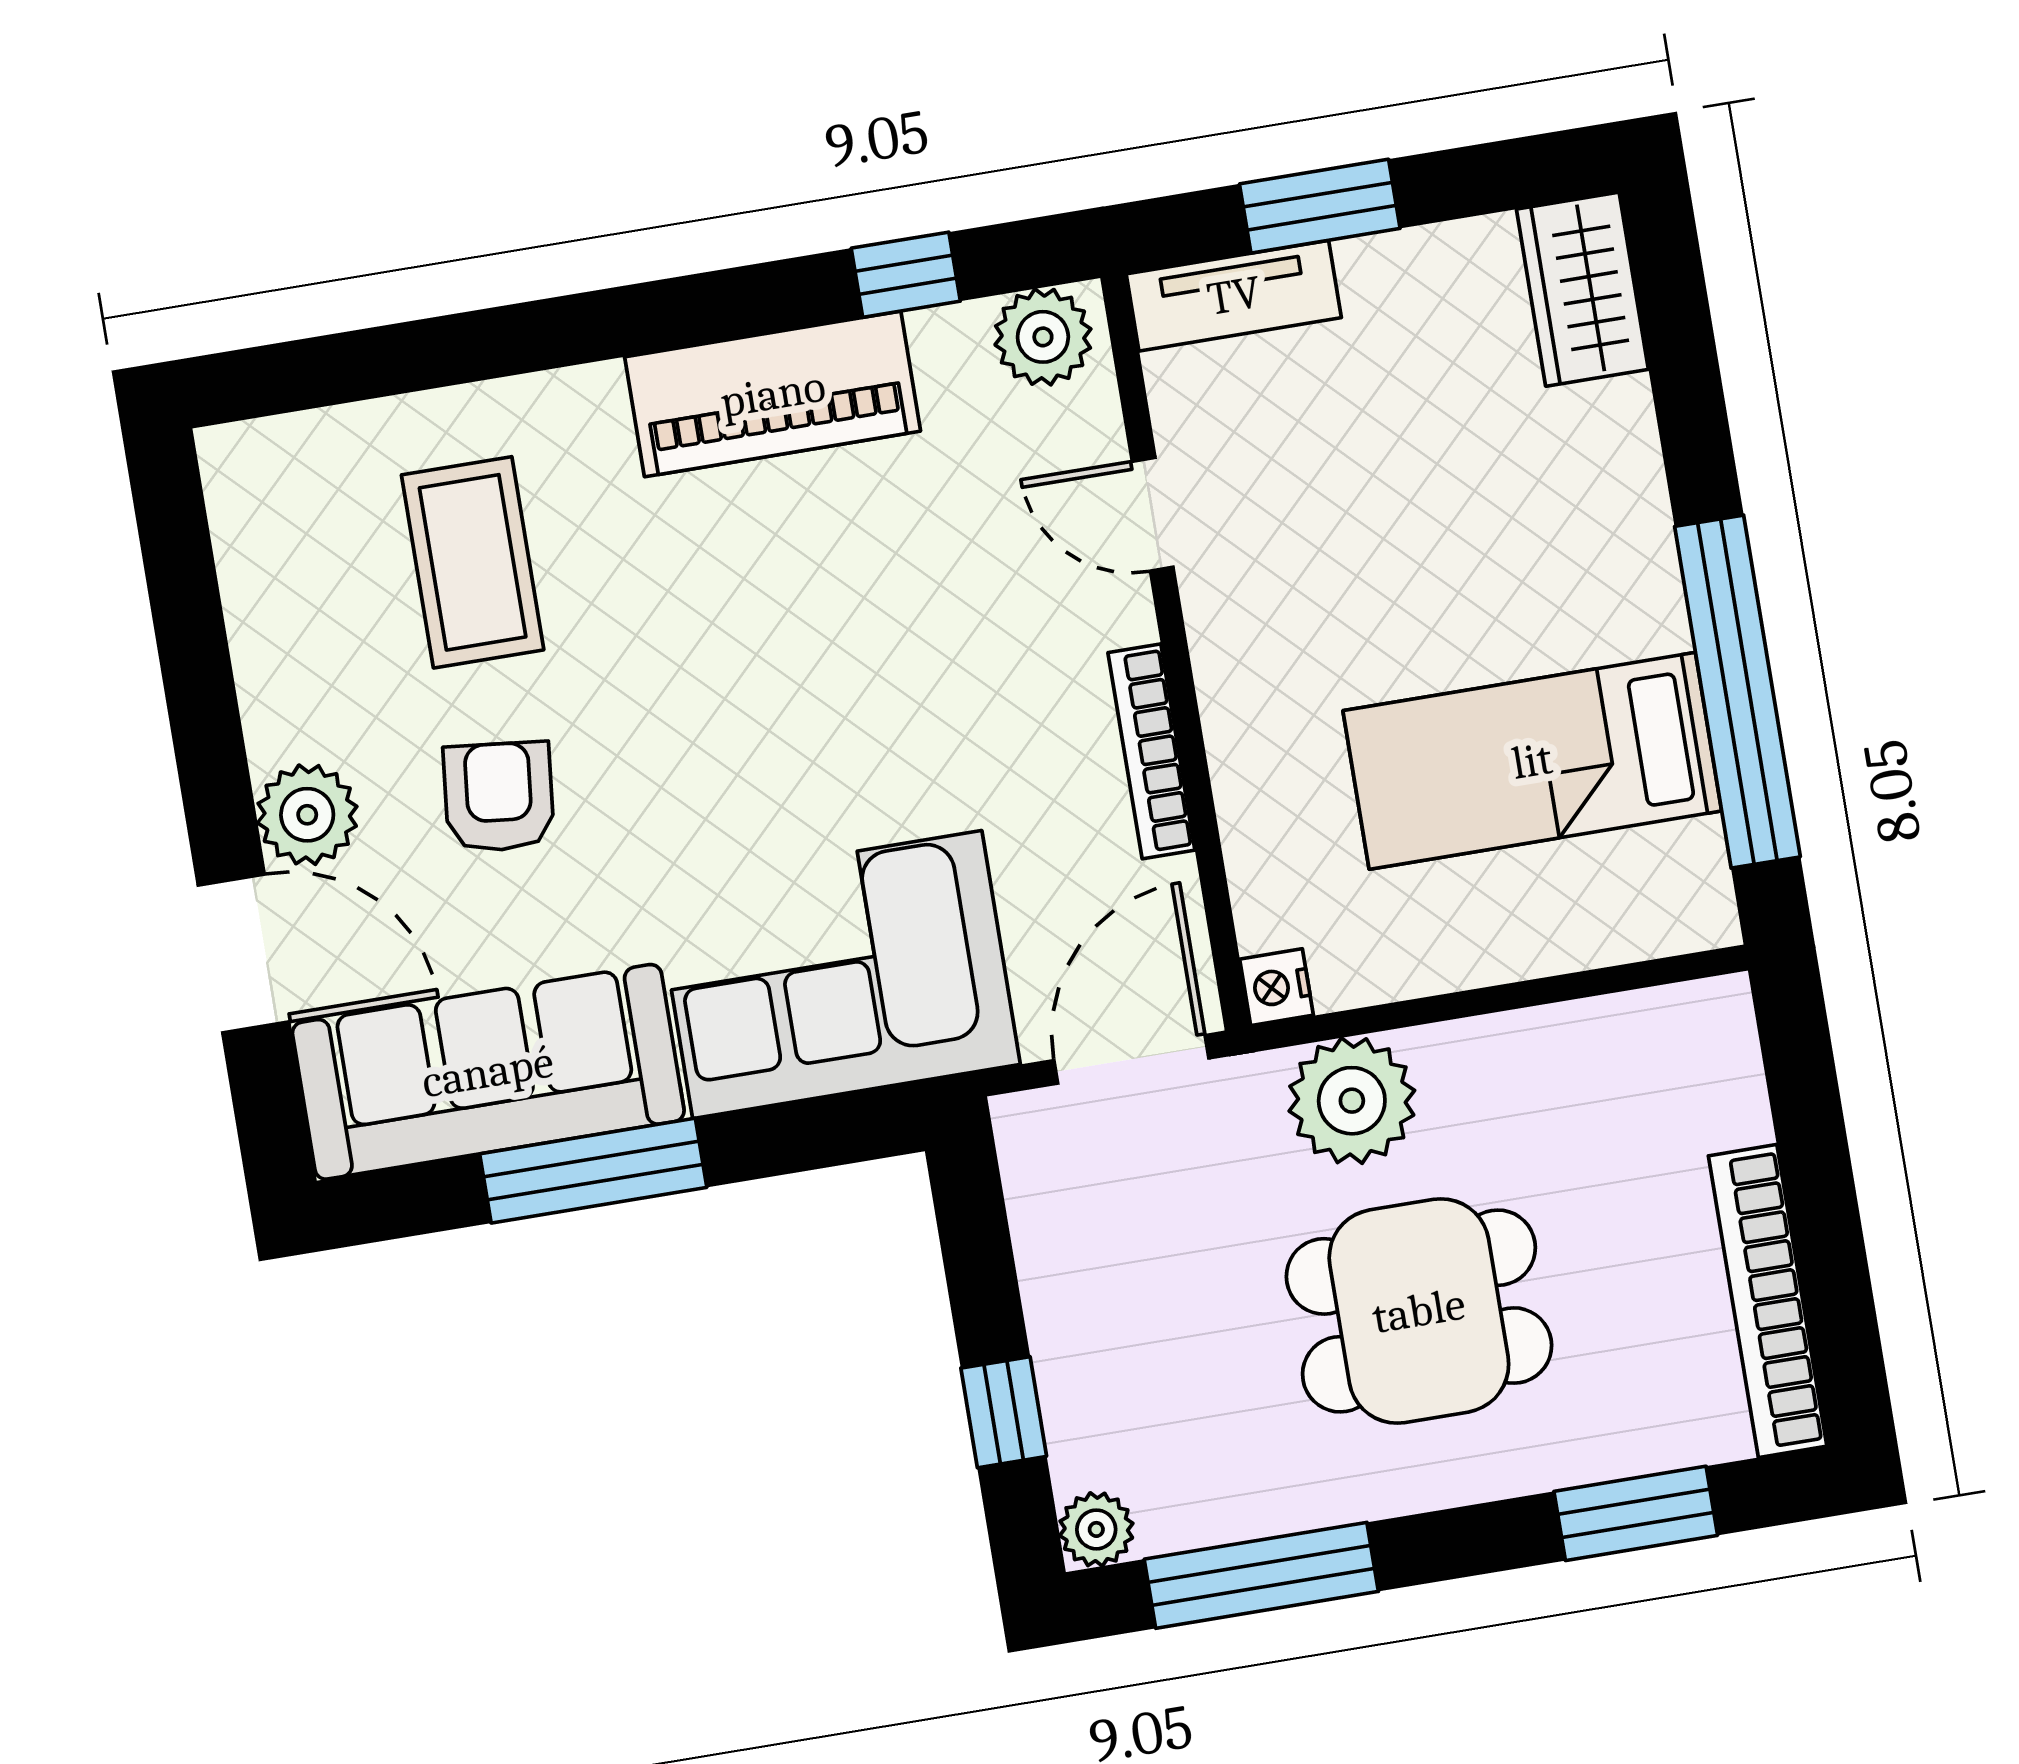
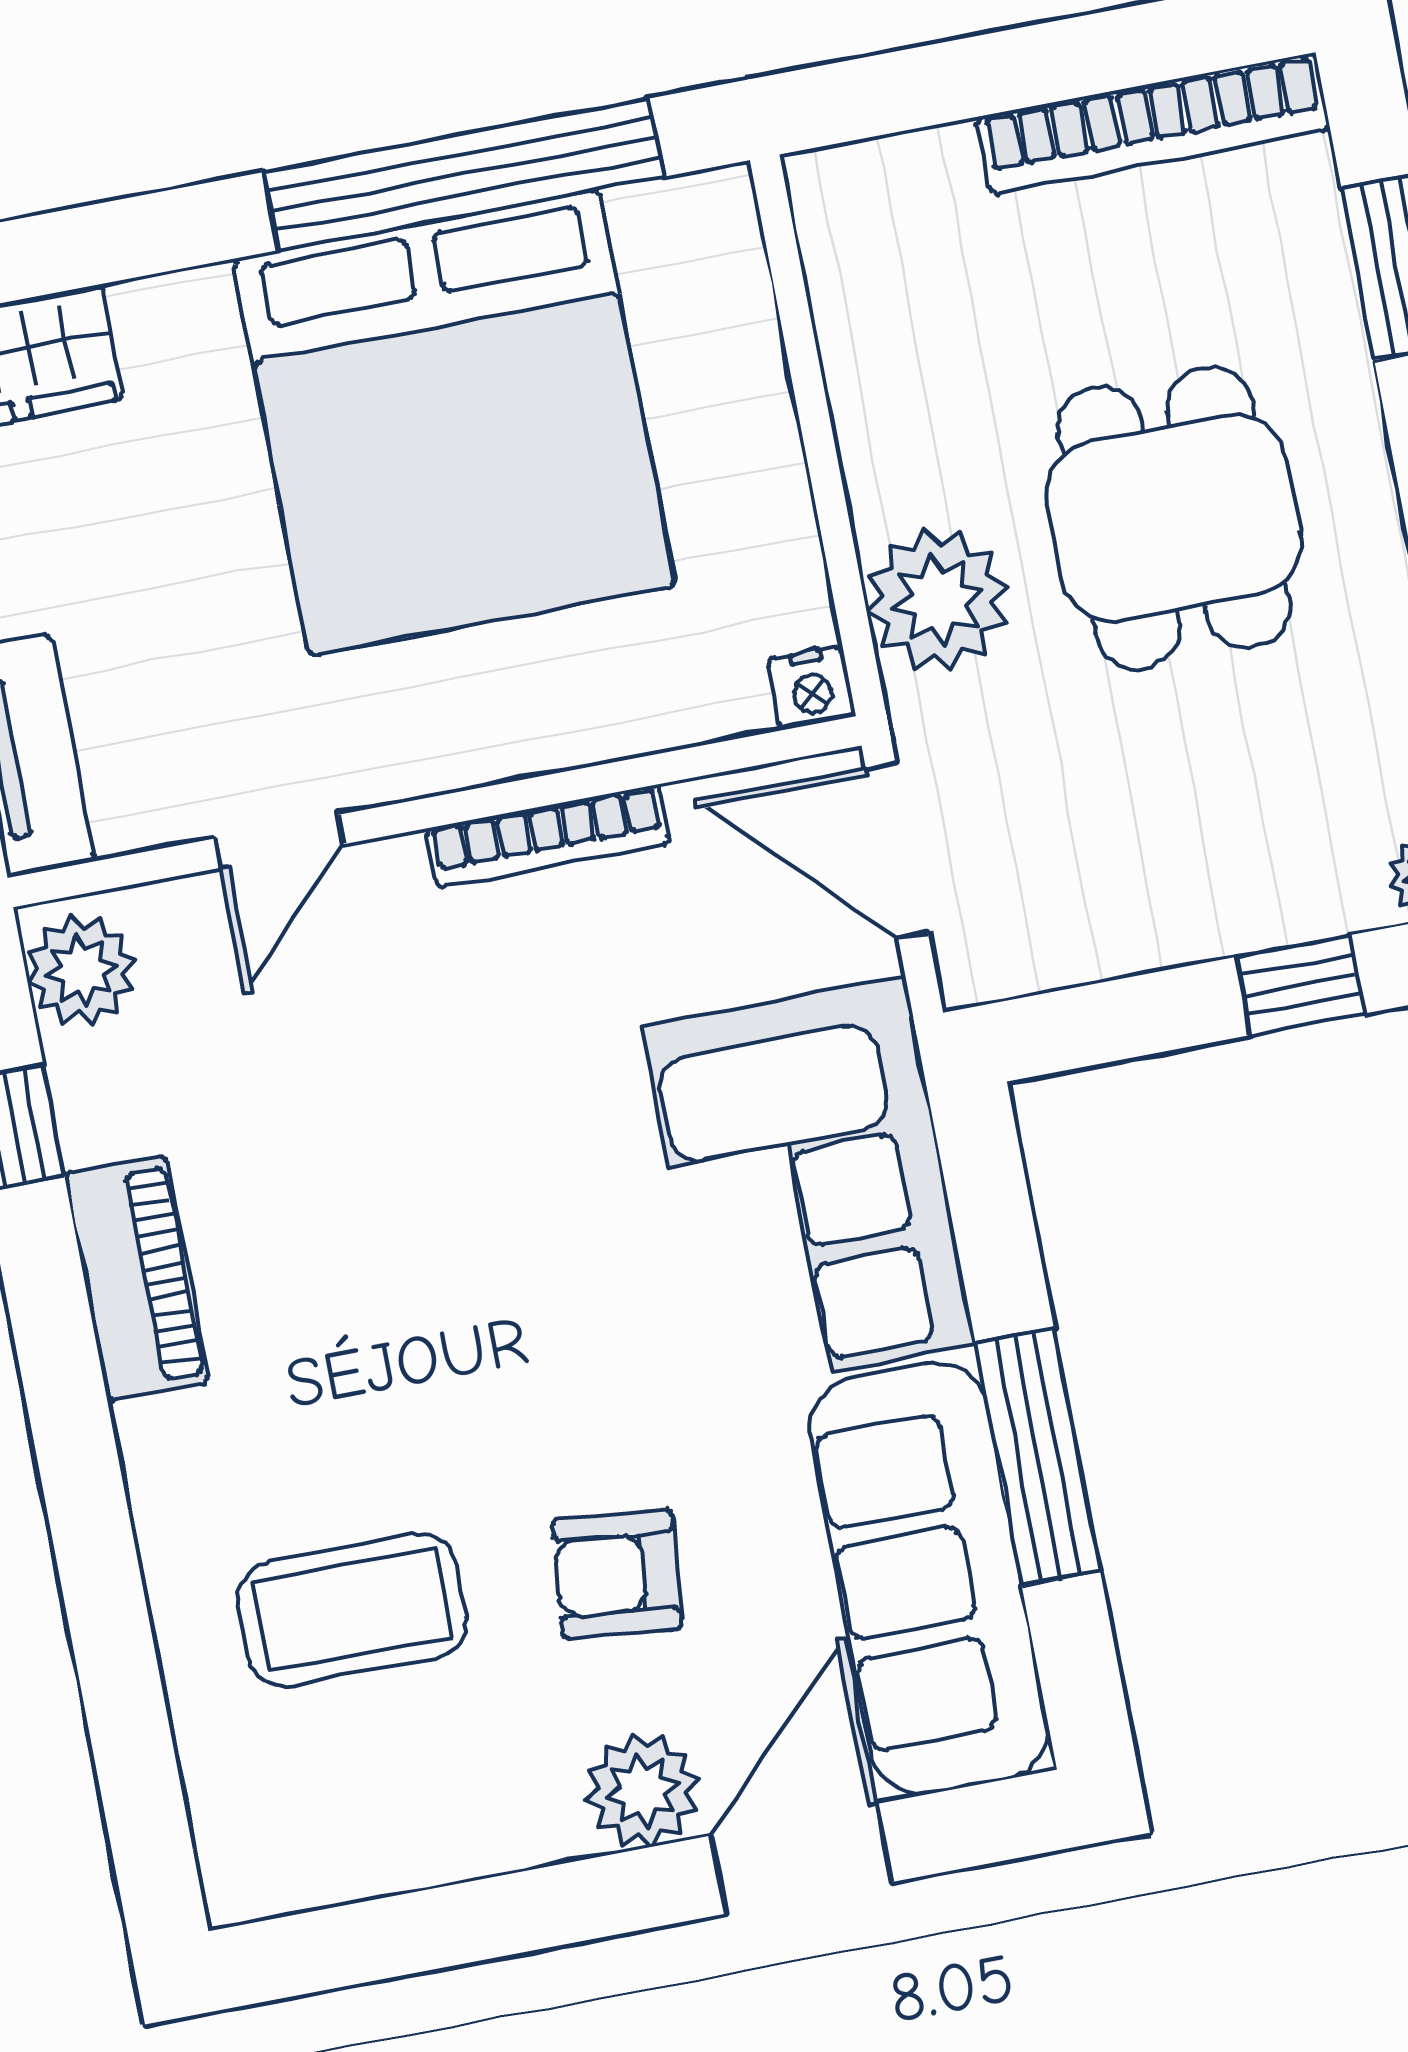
piano: (773, 394) -> (137, 1278), width x0.73, depth x0.75
bed: (1532, 761) -> (454, 422), width x2.04

